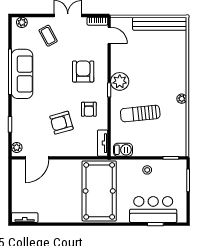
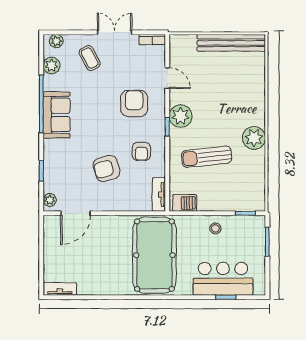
door: (109, 35) -> (167, 78), moved
plant: (18, 42) -> (52, 65), added
sofa: (22, 74) -> (57, 115), width x0.73
plant: (182, 99) -> (254, 138), width x1.88, depth x1.88

